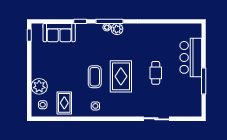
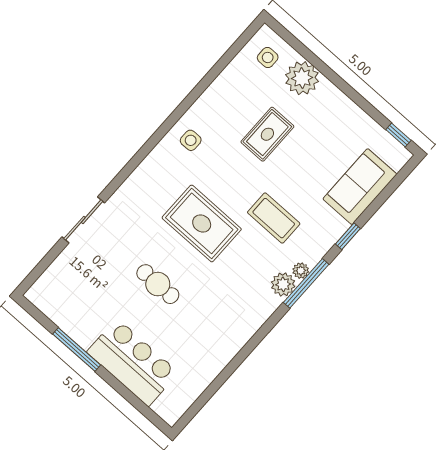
coffee table: (95, 77) -> (274, 218), moved
rug: (64, 103) -> (267, 134), moved, turned 90

